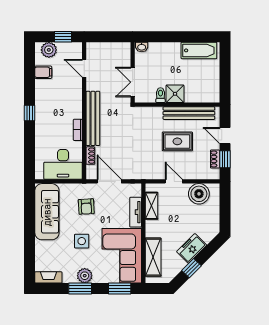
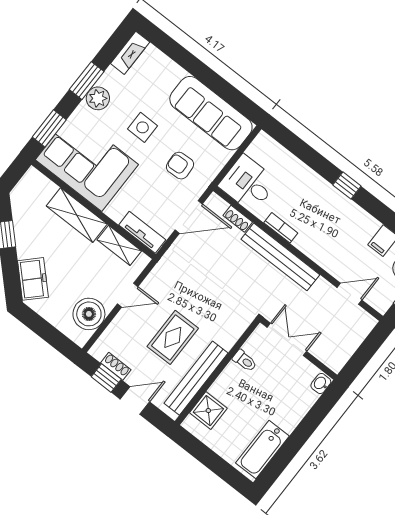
shower: (175, 94) -> (208, 411), moved
desk: (63, 164) -> (248, 184), width x0.73
tv unit: (136, 212) -> (142, 232), moved
freezer: (192, 248) -> (33, 279), moved
shelving: (153, 257) -> (77, 215), moved

